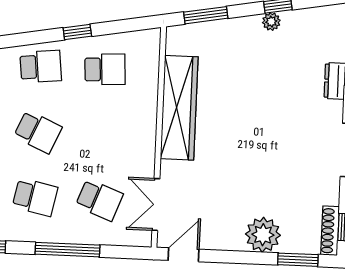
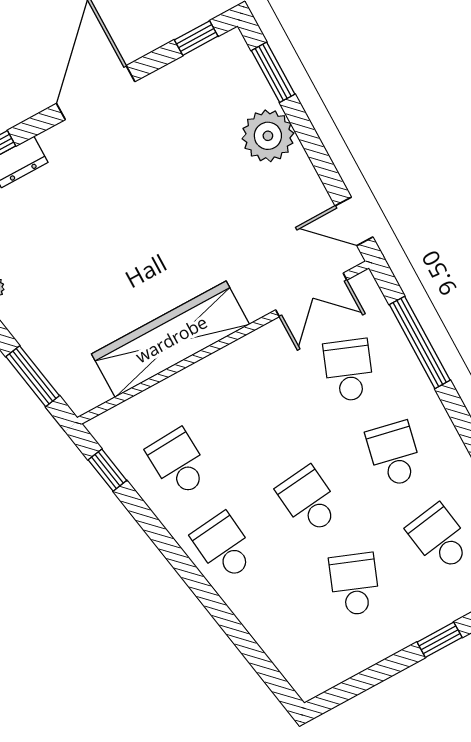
window: (77, 32) -> (107, 470), moved
school desk: (38, 132) -> (309, 500), turned -30
shoe rack: (330, 231) -> (212, 54), removed
window: (67, 250) -> (420, 342), moved

